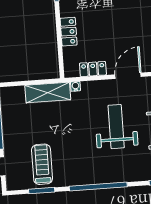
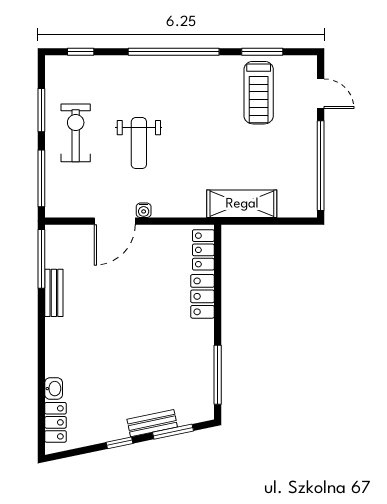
locker: (93, 69) -> (203, 250), moved, turned 90
water cooler: (76, 86) -> (144, 210), moved
weight bench: (116, 127) -> (139, 143), width x0.73, depth x0.75

